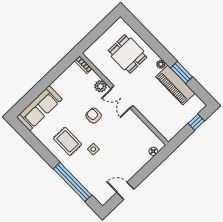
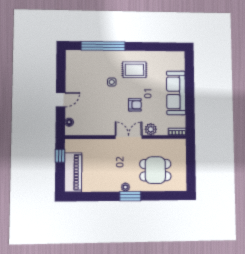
window: (181, 72) -> (130, 196), moved
piano: (175, 85) -> (73, 172), moved, turned 90
sofa: (39, 108) -> (176, 93), moved
window: (196, 122) -> (60, 156), moved
door: (125, 191) -> (61, 100), moved

